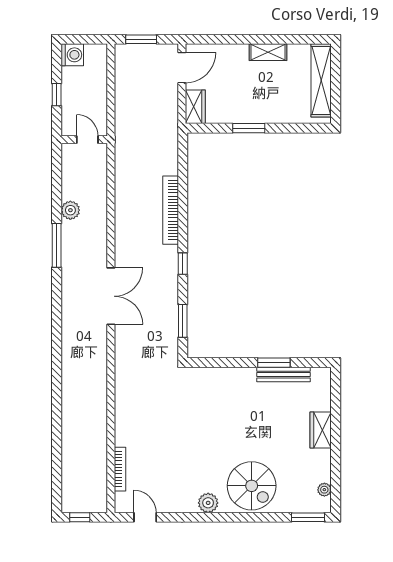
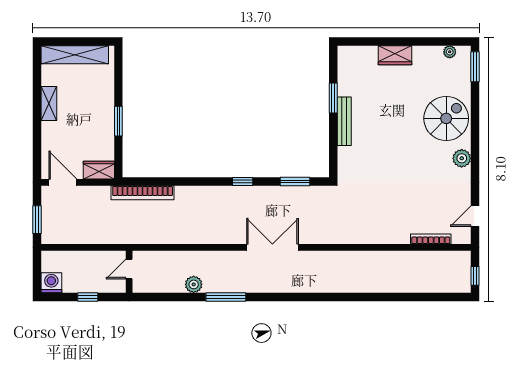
bookcase: (171, 210) -> (143, 193), moved
bench: (284, 375) -> (344, 121), moved

